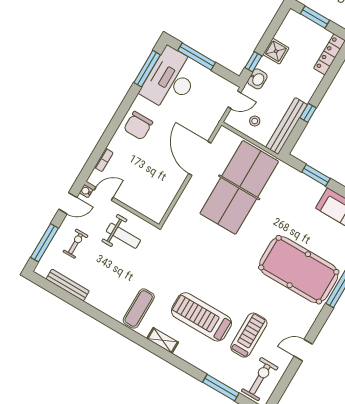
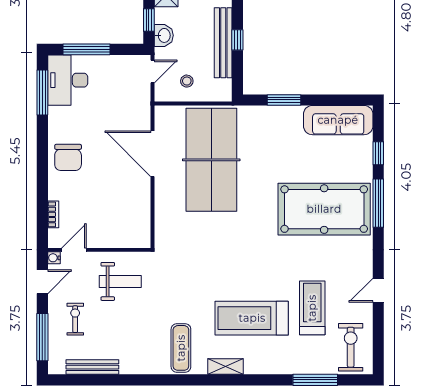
desk: (171, 80) -> (68, 80), width x0.73, depth x0.77
bench: (287, 126) -> (223, 43), moved

